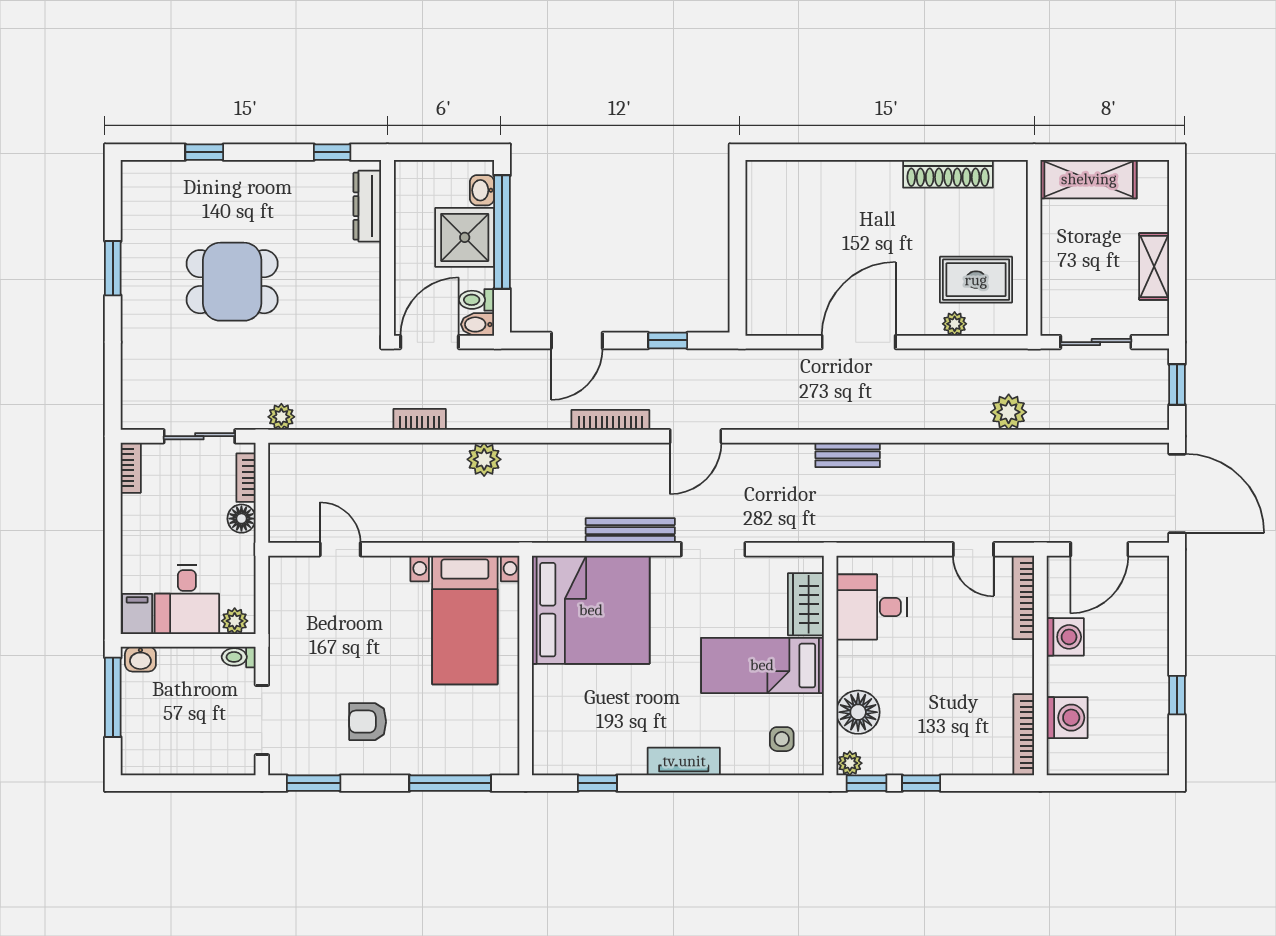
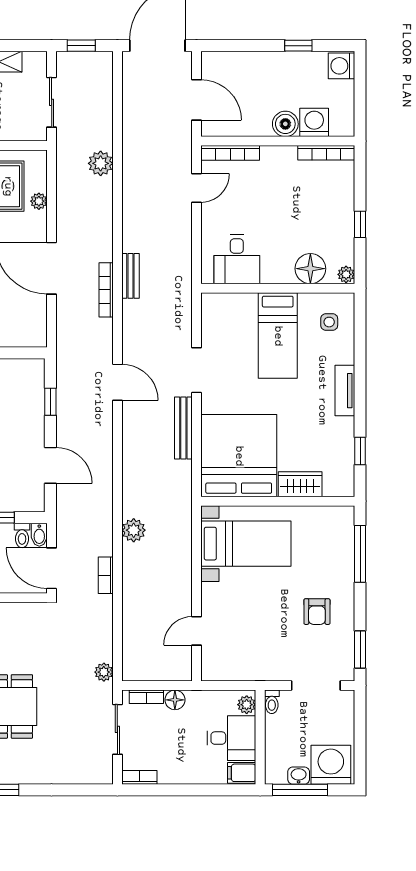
bookcase: (610, 420) -> (106, 290), moved
wardrobe: (806, 604) -> (300, 484), moved, turned 180
washing machine: (1065, 637) -> (341, 66), moved, turned -90
washbasin: (140, 659) -> (299, 776), moved, turned -90
boiler: (1065, 676) -> (285, 124), added
washing machine: (149, 741) -> (331, 765), added
window: (867, 783) -> (360, 263), removed

